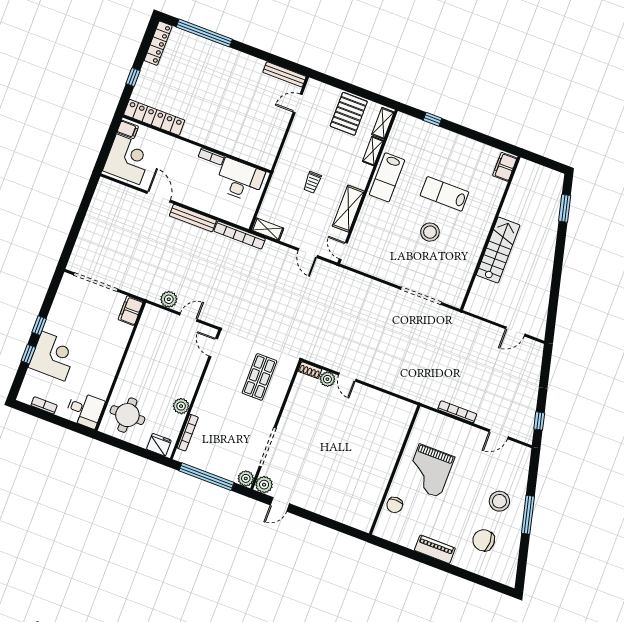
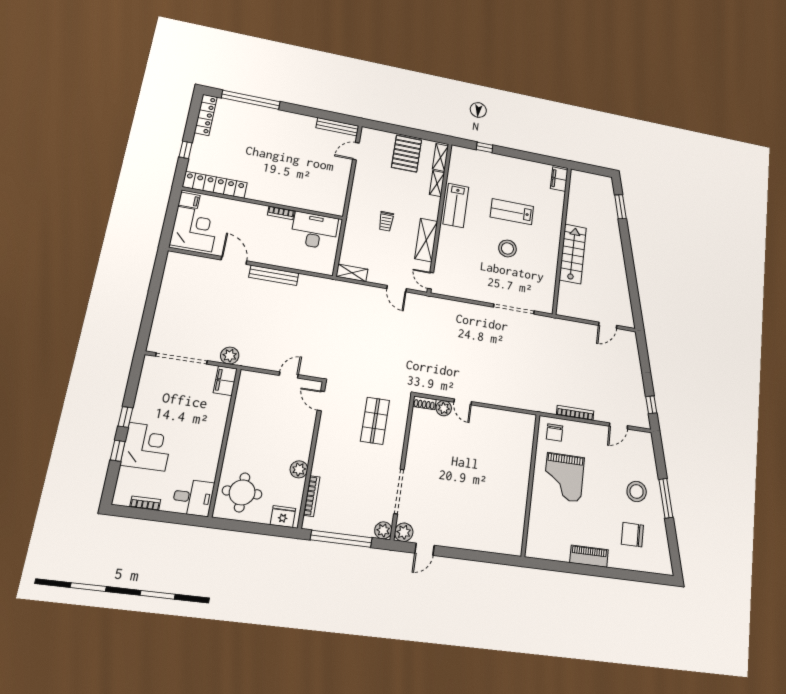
bookcase: (240, 235) -> (325, 283), removed
plant: (169, 299) -> (230, 356), moved
chair: (395, 505) -> (555, 433), moved

